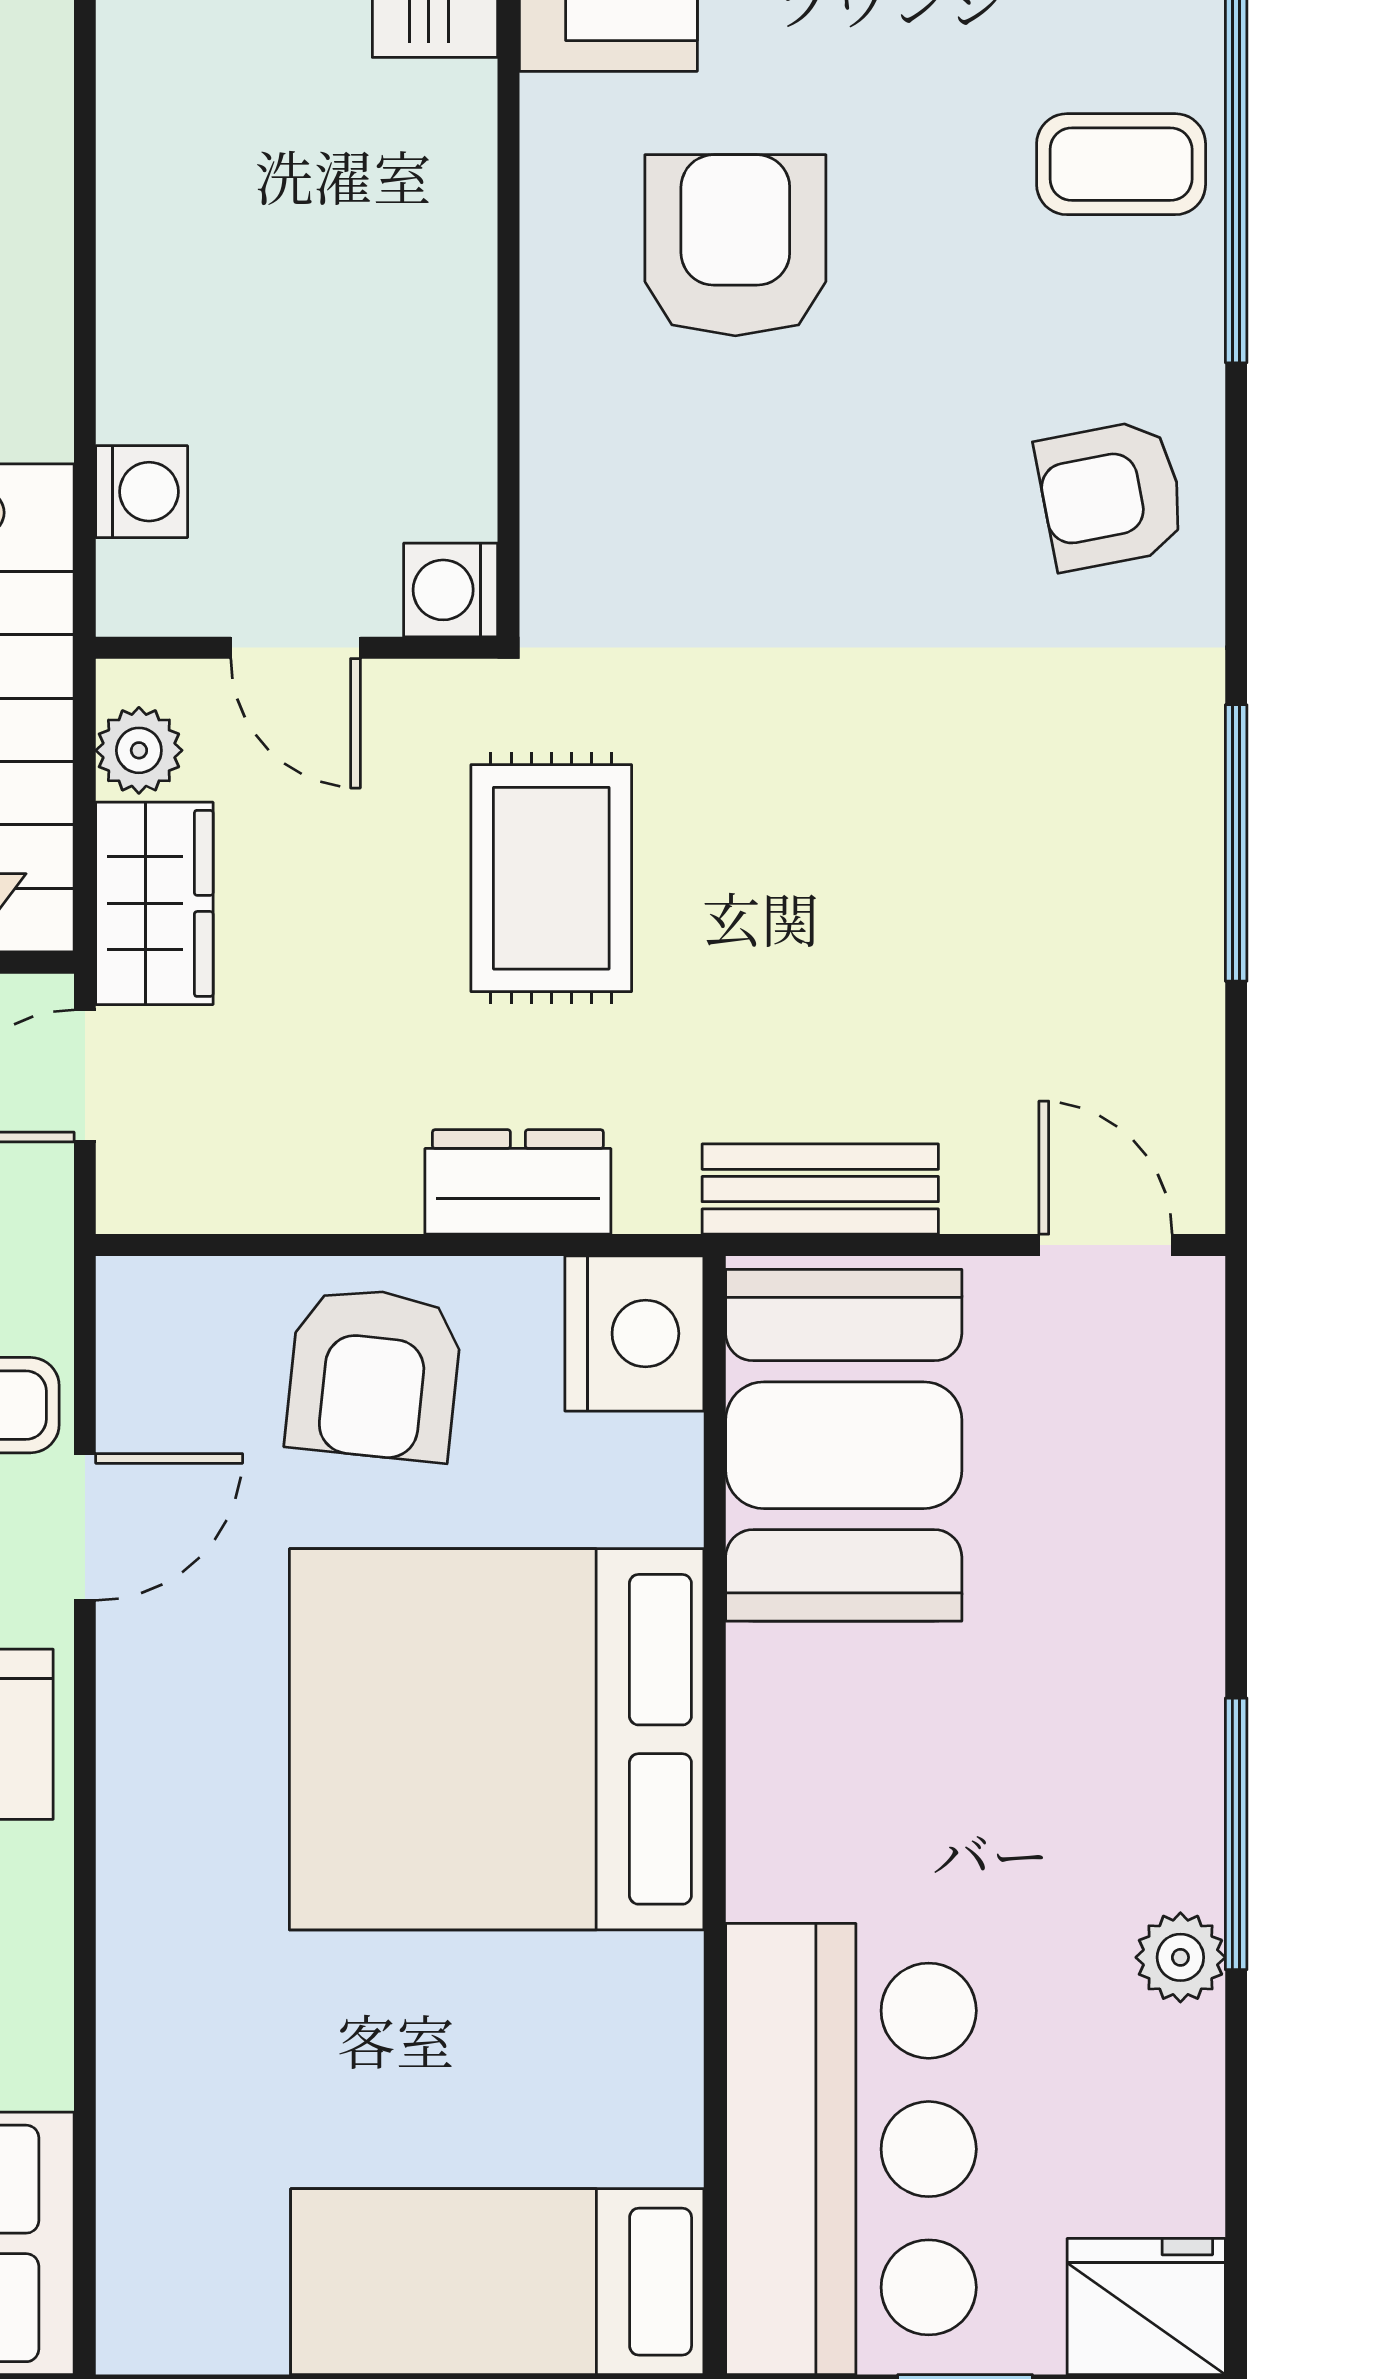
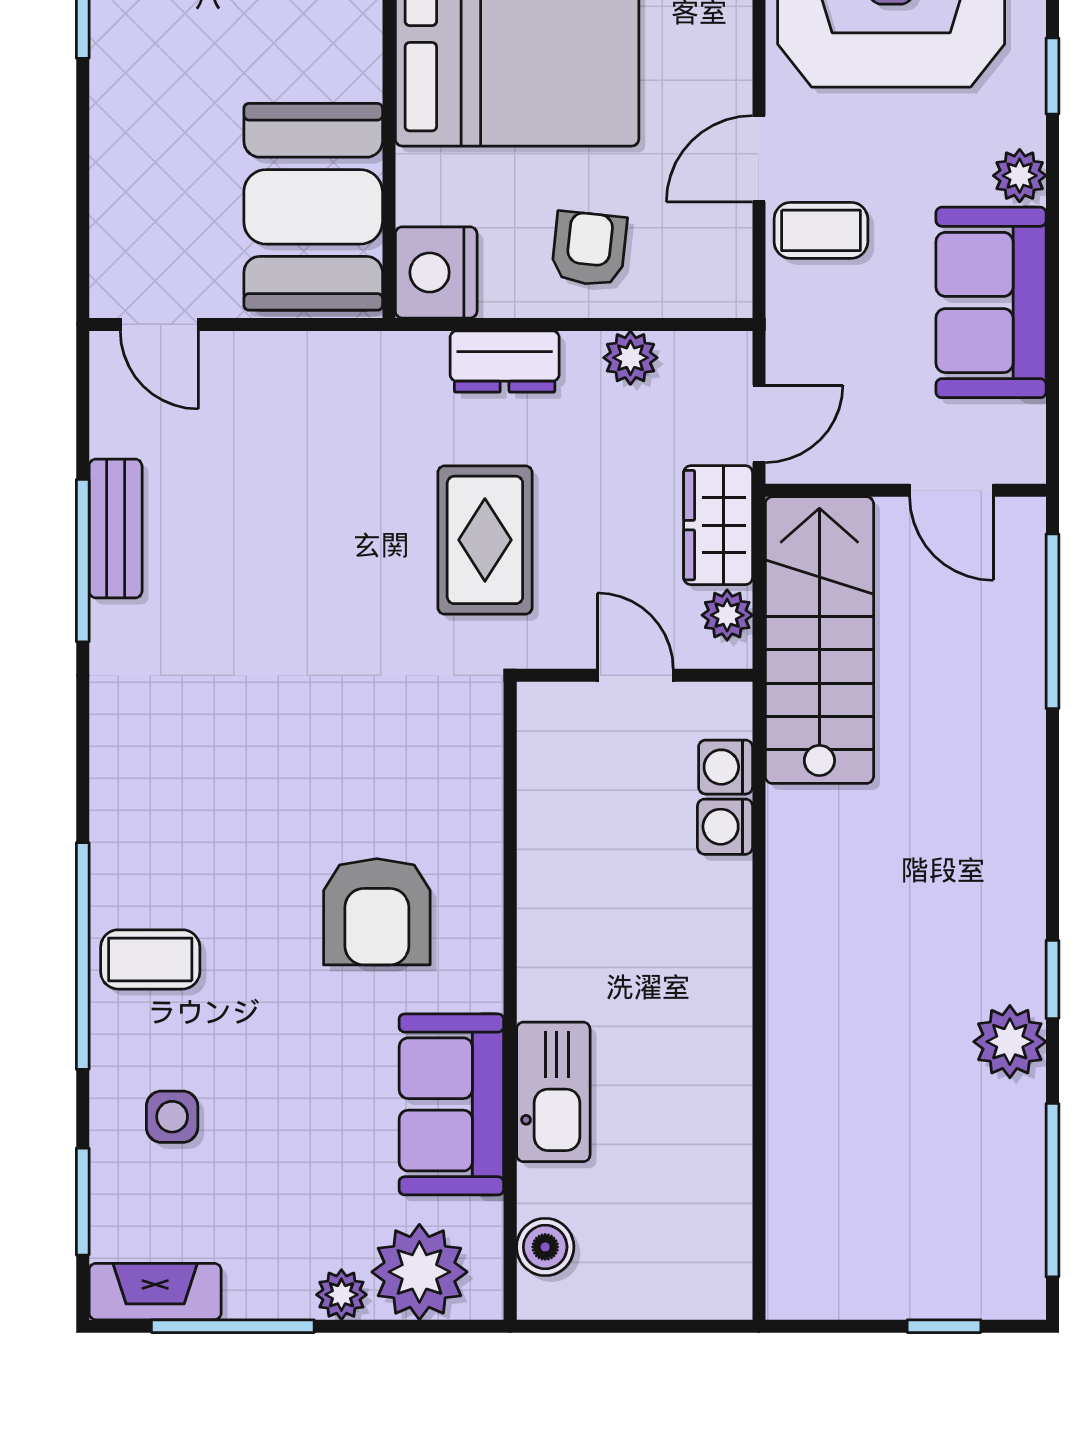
armchair: (1111, 495) -> (156, 765), removed
washing machine: (451, 590) -> (725, 827), moved, turned 180
plant: (304, 1188) -> (630, 358), added
bench: (820, 1189) -> (116, 529), moved, turned 90
armchair: (374, 1374) -> (589, 249), width x0.72, depth x0.72

